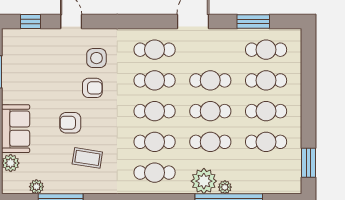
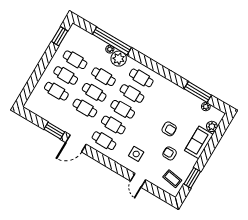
window: (31, 21) -> (159, 193), removed
window: (253, 21) -> (54, 131), moved
cafe table: (266, 50) -> (47, 107), removed
armchair: (92, 88) -> (170, 153), moved
coffee table: (87, 158) -> (172, 179), moved

